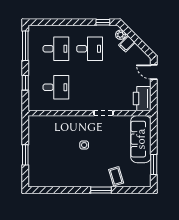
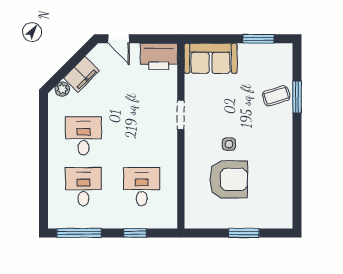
window: (103, 22) -> (43, 116), removed
filing cabinet: (127, 44) -> (81, 74), width x2.00
door: (154, 72) -> (119, 39), hinge flipped
sofa: (141, 139) -> (211, 58), width x0.73
armchair: (61, 145) -> (229, 179), added
window: (101, 190) -> (297, 97), moved

